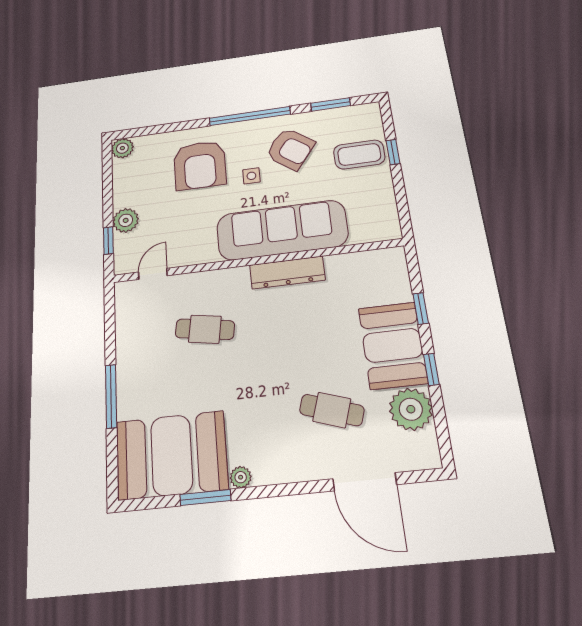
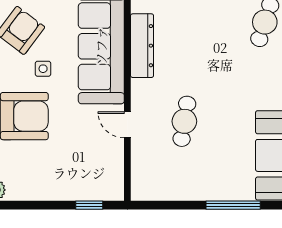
plant: (126, 220) -> (71, 188), removed
door: (153, 274) -> (127, 125), moved

